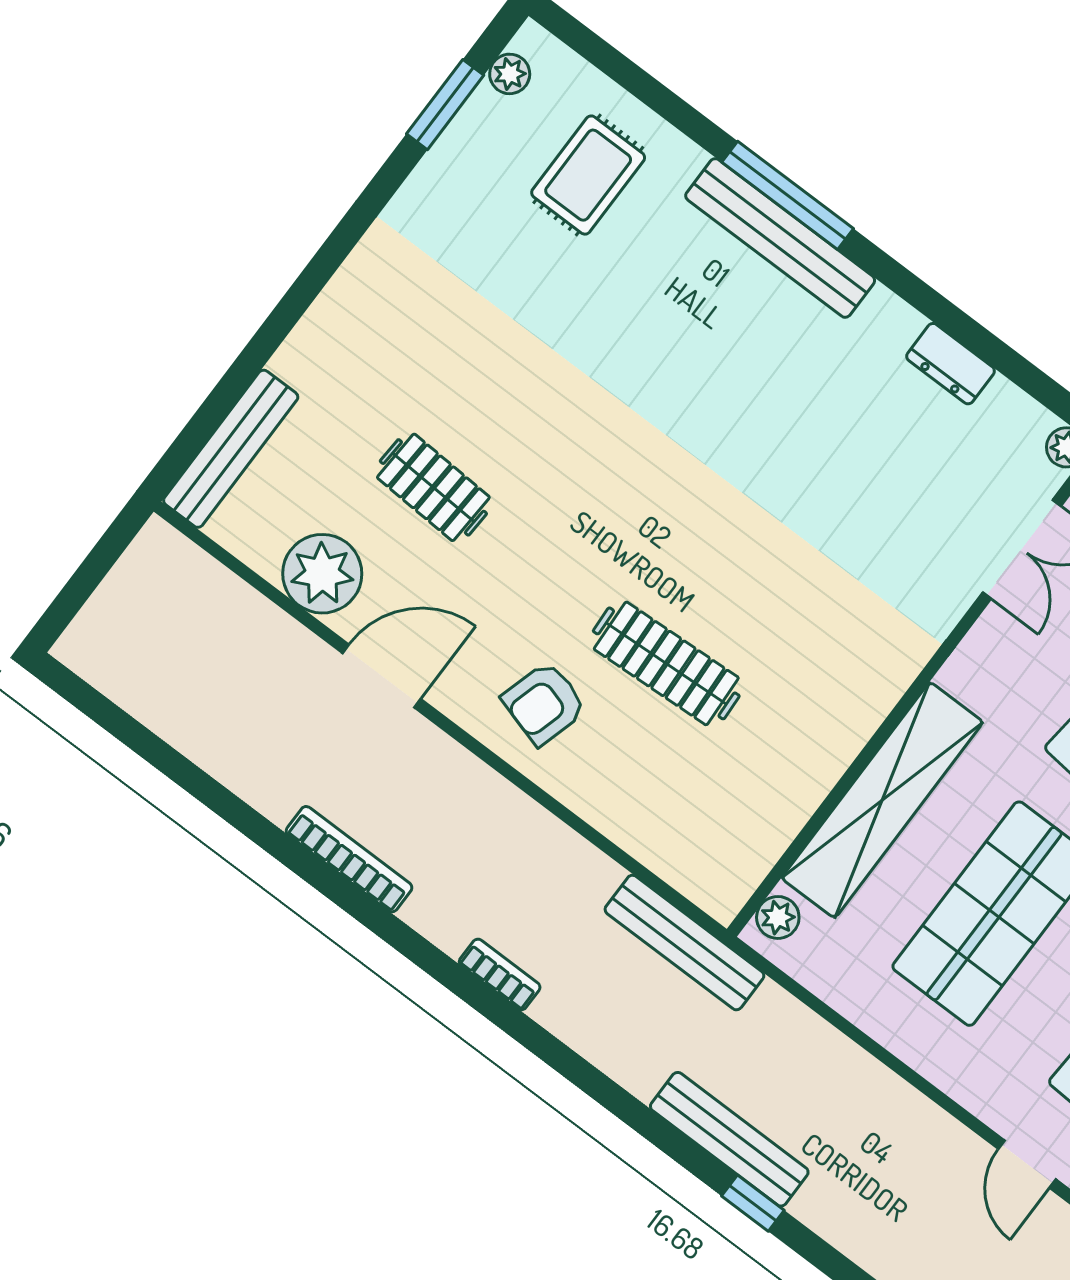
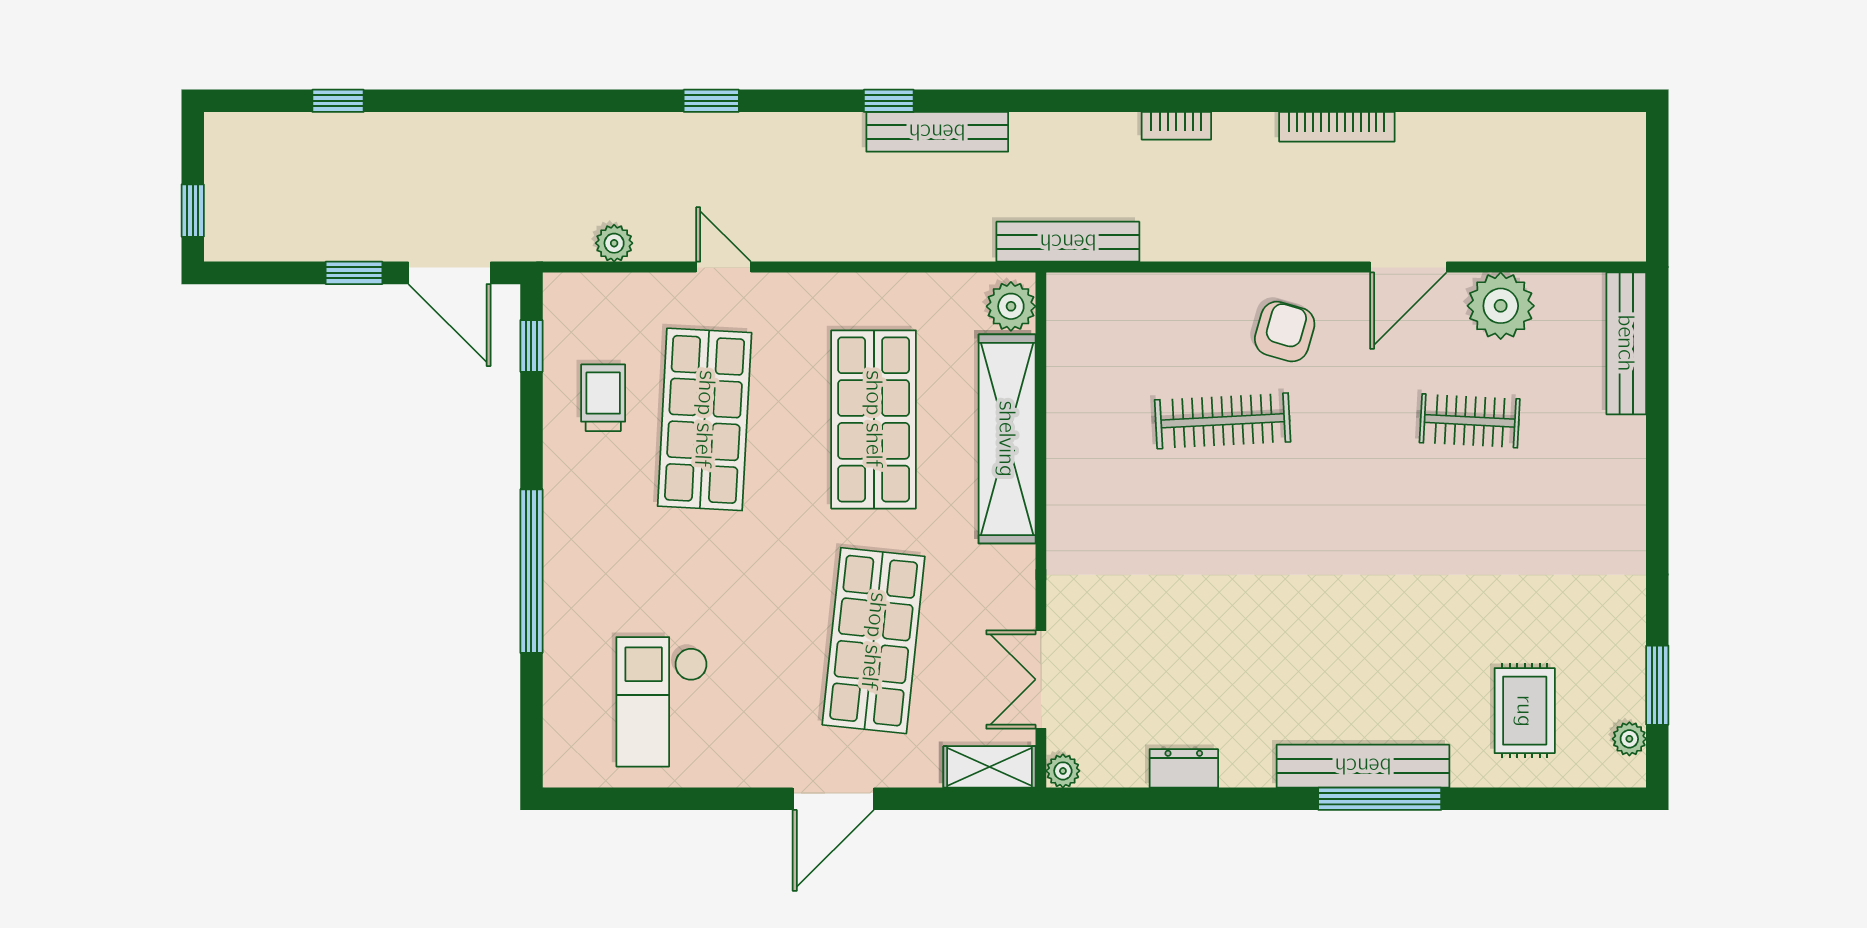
plant: (778, 917) -> (1011, 306), width x1.38, depth x1.38

